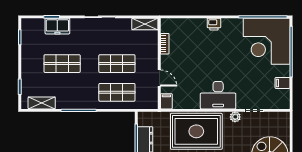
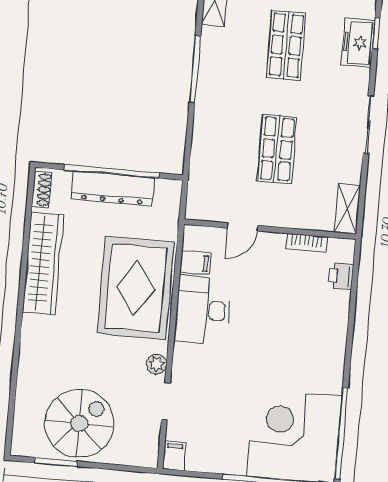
printer: (214, 24) -> (341, 276), moved
filing cabinet: (282, 83) -> (174, 456), moved
shop shelf: (117, 92) -> (223, 144), removed
desk: (218, 95) -> (203, 310), moved
filing cabinet: (166, 101) -> (195, 263), moved

